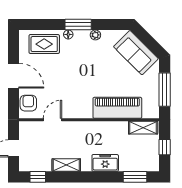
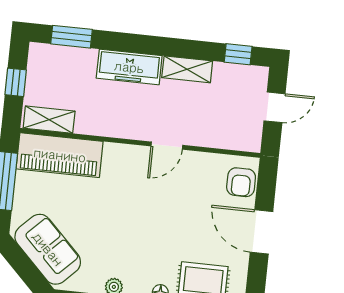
piano: (117, 108) -> (60, 155), moved
door: (52, 120) -> (167, 146), moved
freezer: (105, 163) -> (129, 67), width x1.40

